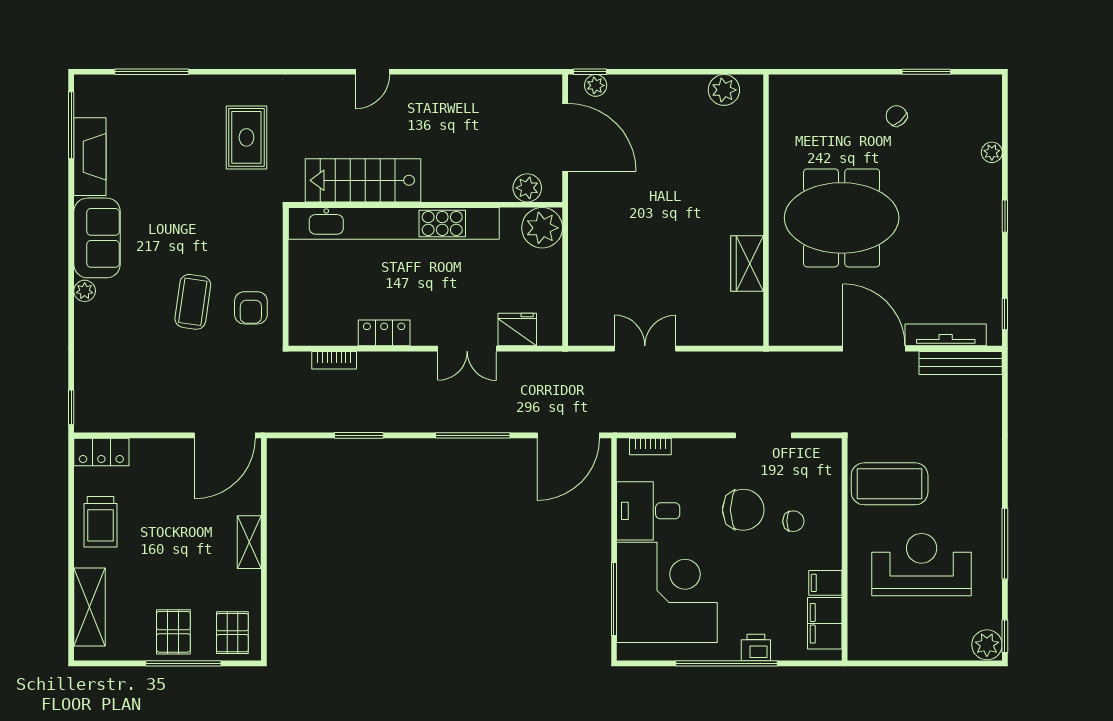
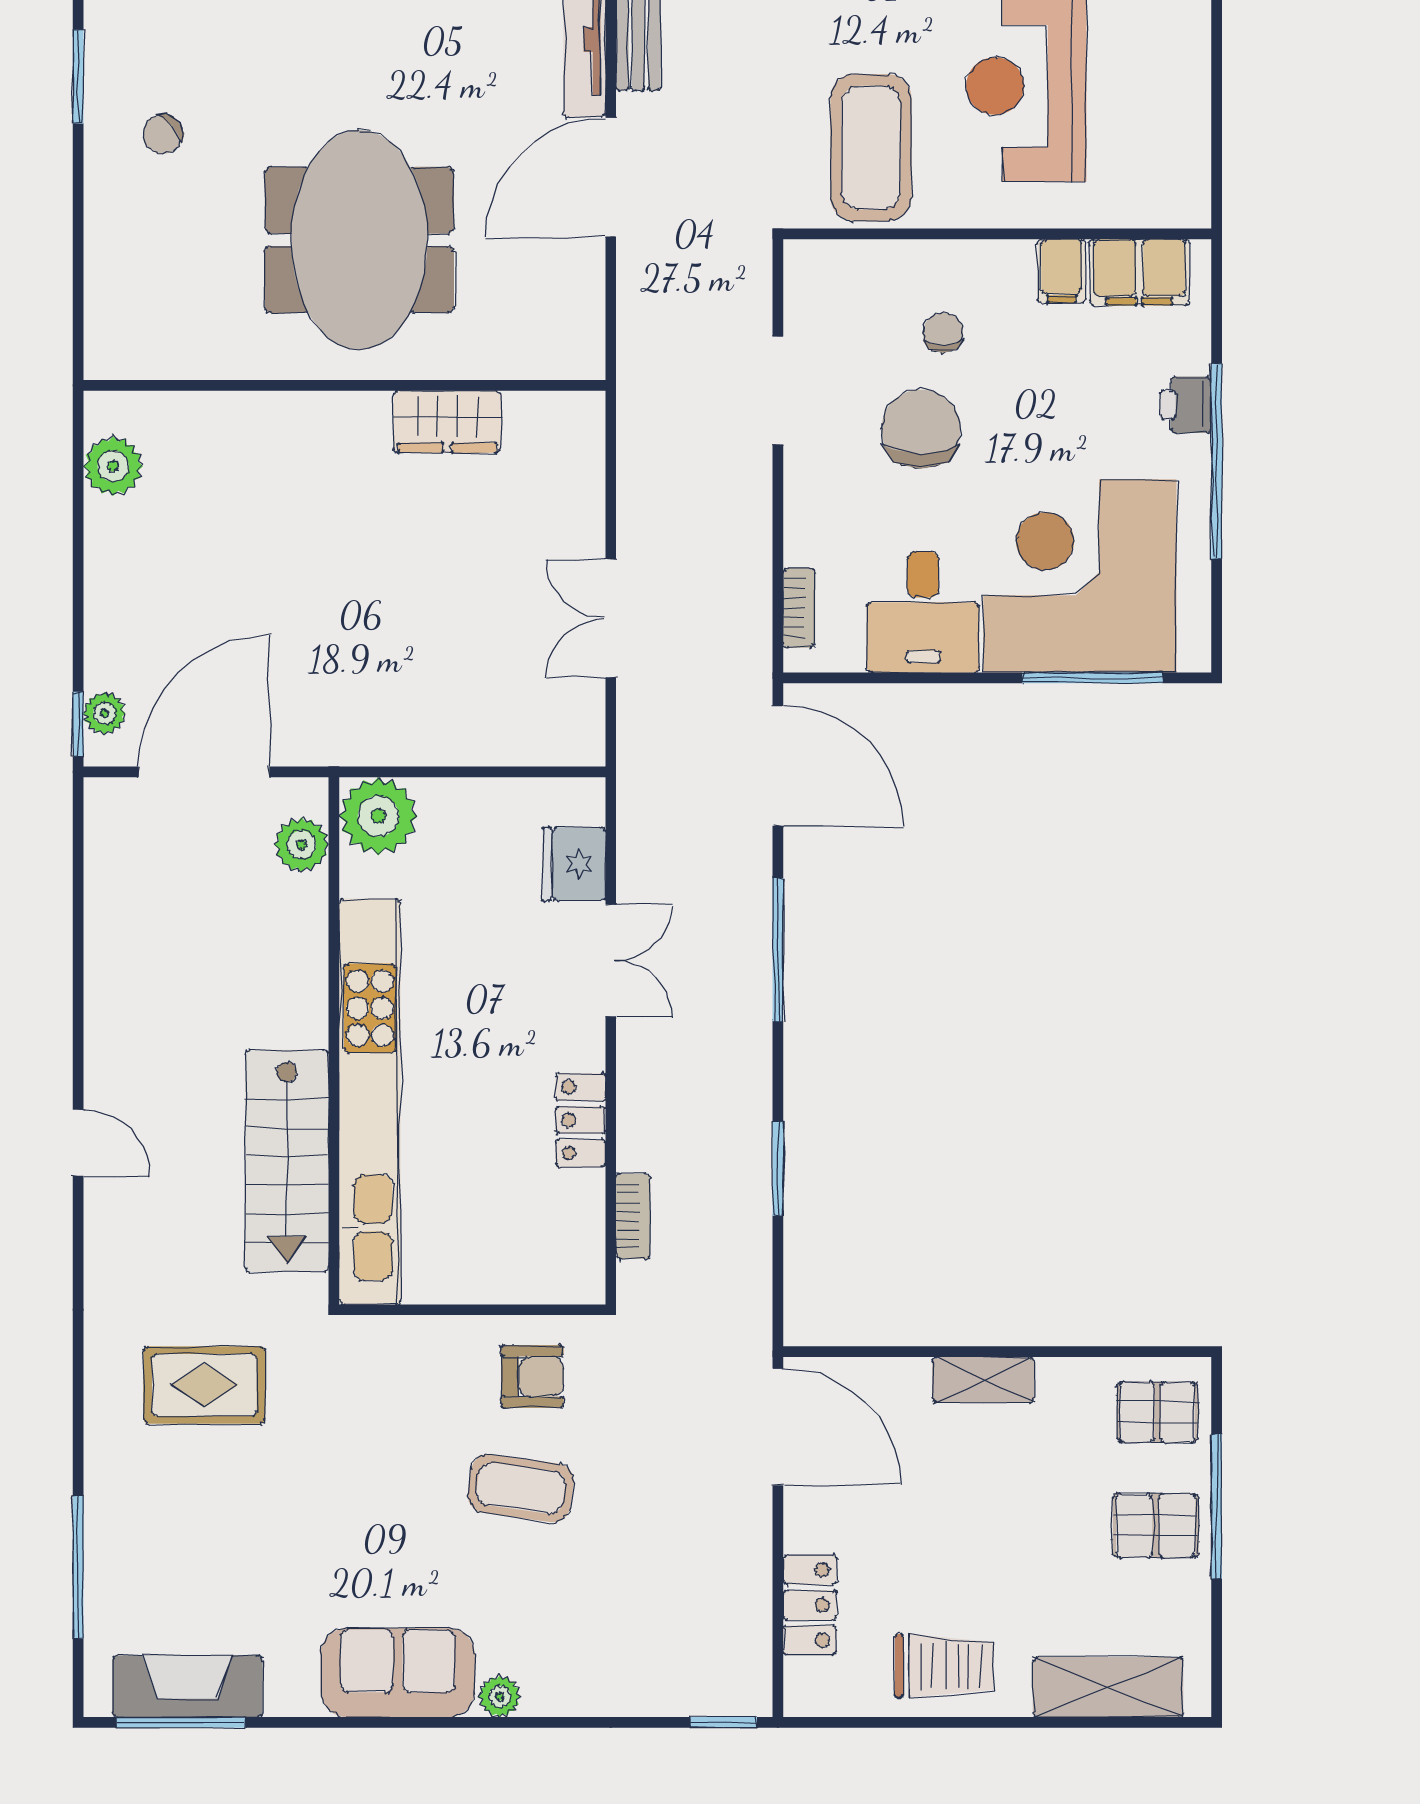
fireplace: (90, 157) -> (187, 1686), moved
locker: (101, 452) -> (810, 1605), moved

